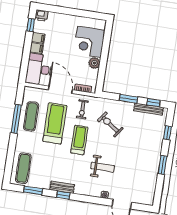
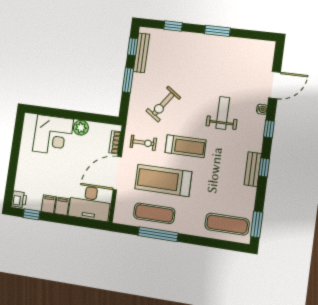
treadmill: (79, 140) -> (186, 146), turned 180
window: (33, 190) -> (257, 224), moved
window: (90, 199) -> (269, 129), added

